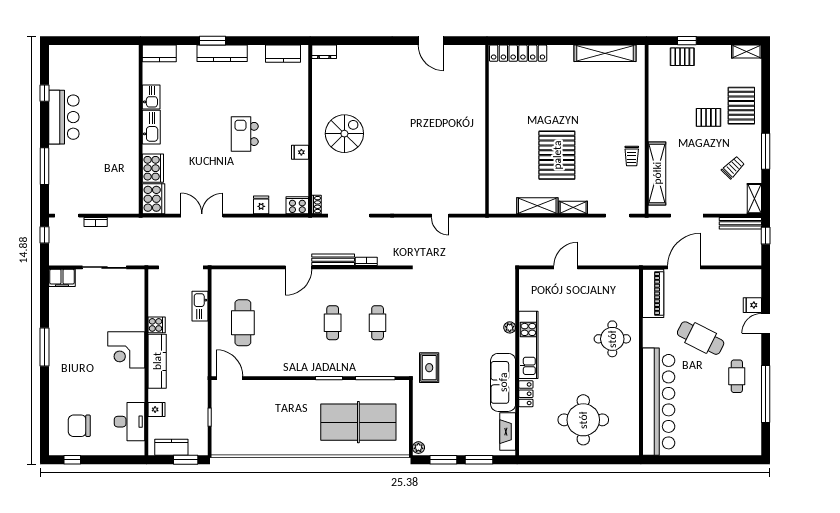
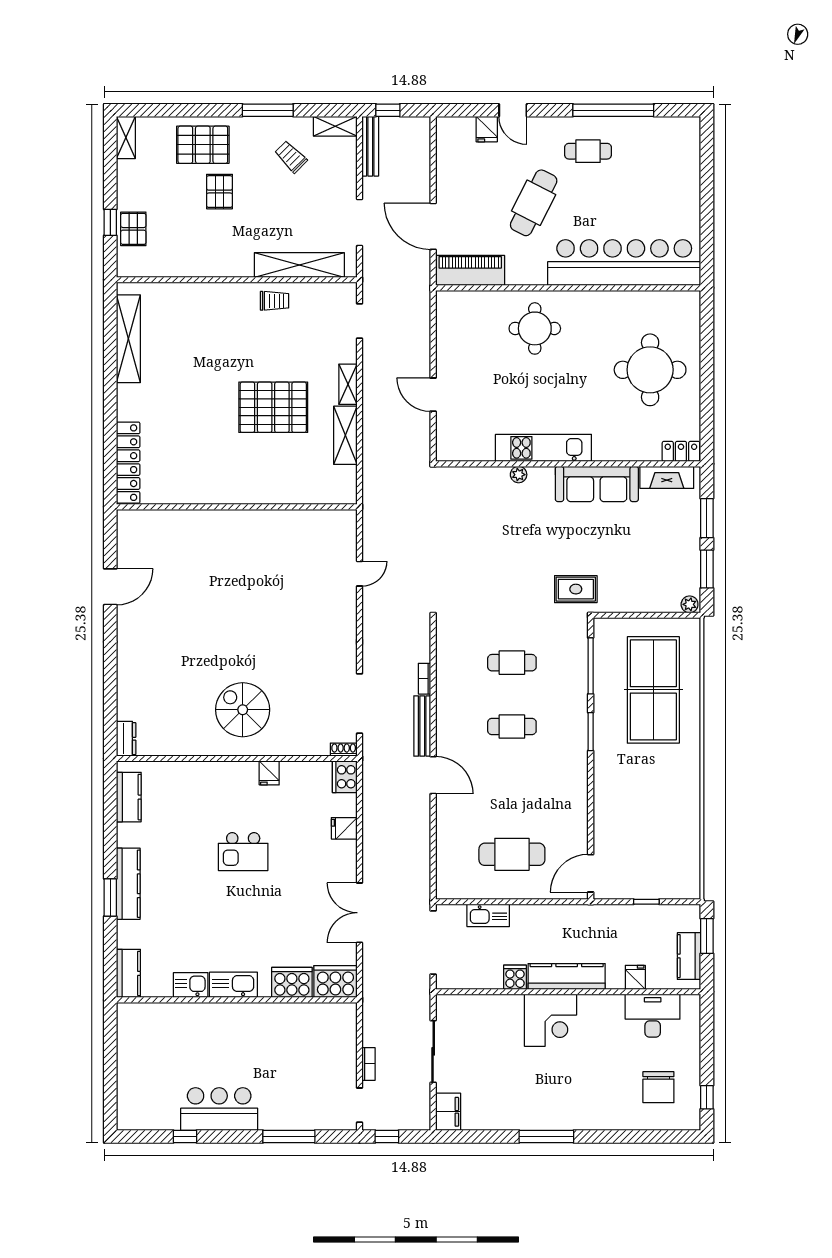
locker: (526, 394) -> (681, 451), moved

